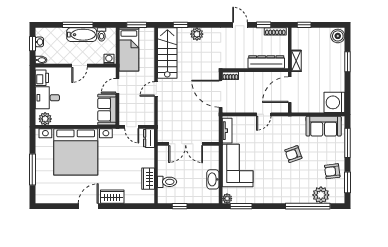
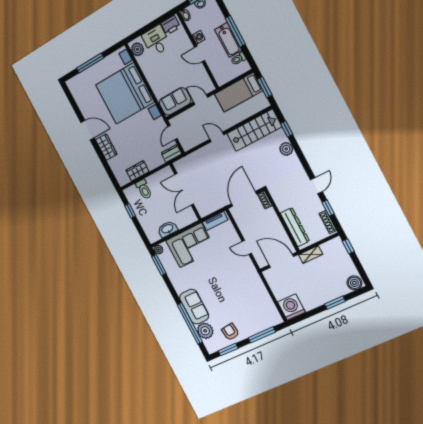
washing machine: (109, 59) -> (198, 37), moved
sofa: (324, 126) -> (194, 307), moved, turned 180
armchair: (293, 154) -> (227, 291), removed

